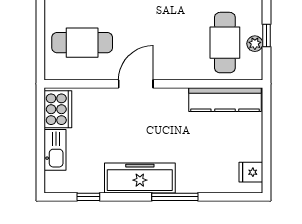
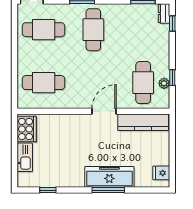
door: (136, 84) -> (104, 111), moved
freezer: (140, 178) -> (109, 177), moved

